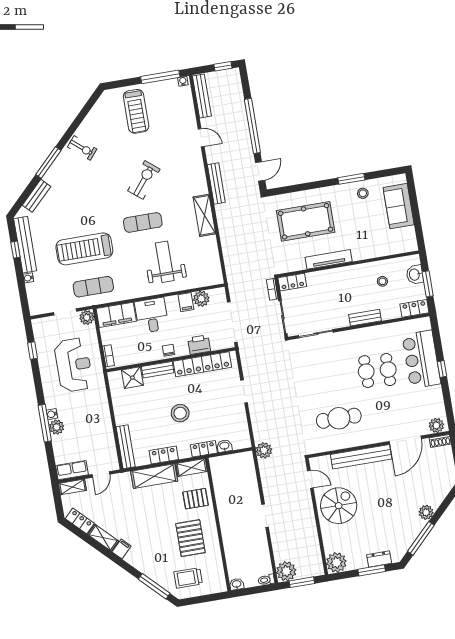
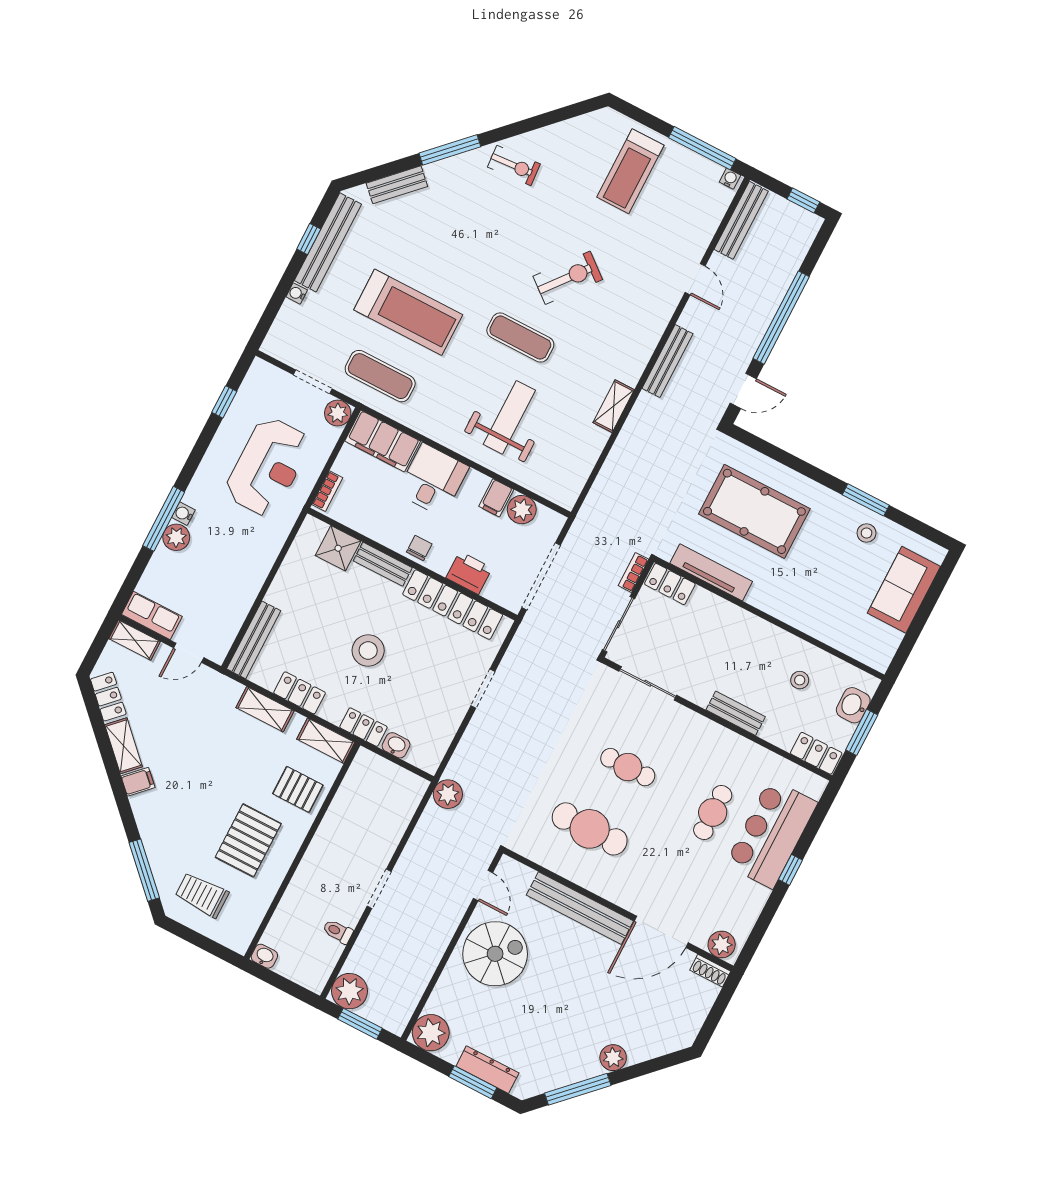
exercise bike: (82, 148) -> (514, 165), turned -44
shelving: (204, 215) -> (614, 406), width x0.67, depth x0.75
treadmill: (84, 249) -> (408, 312), turned 180
tv unit: (329, 259) -> (711, 572), moved
cafe table: (366, 372) -> (628, 767), moved, turned 90
shelving: (154, 476) -> (265, 709), width x0.67, depth x0.75
dresser: (379, 559) -> (487, 1070), width x1.44
toilet: (266, 580) -> (338, 931), moved

